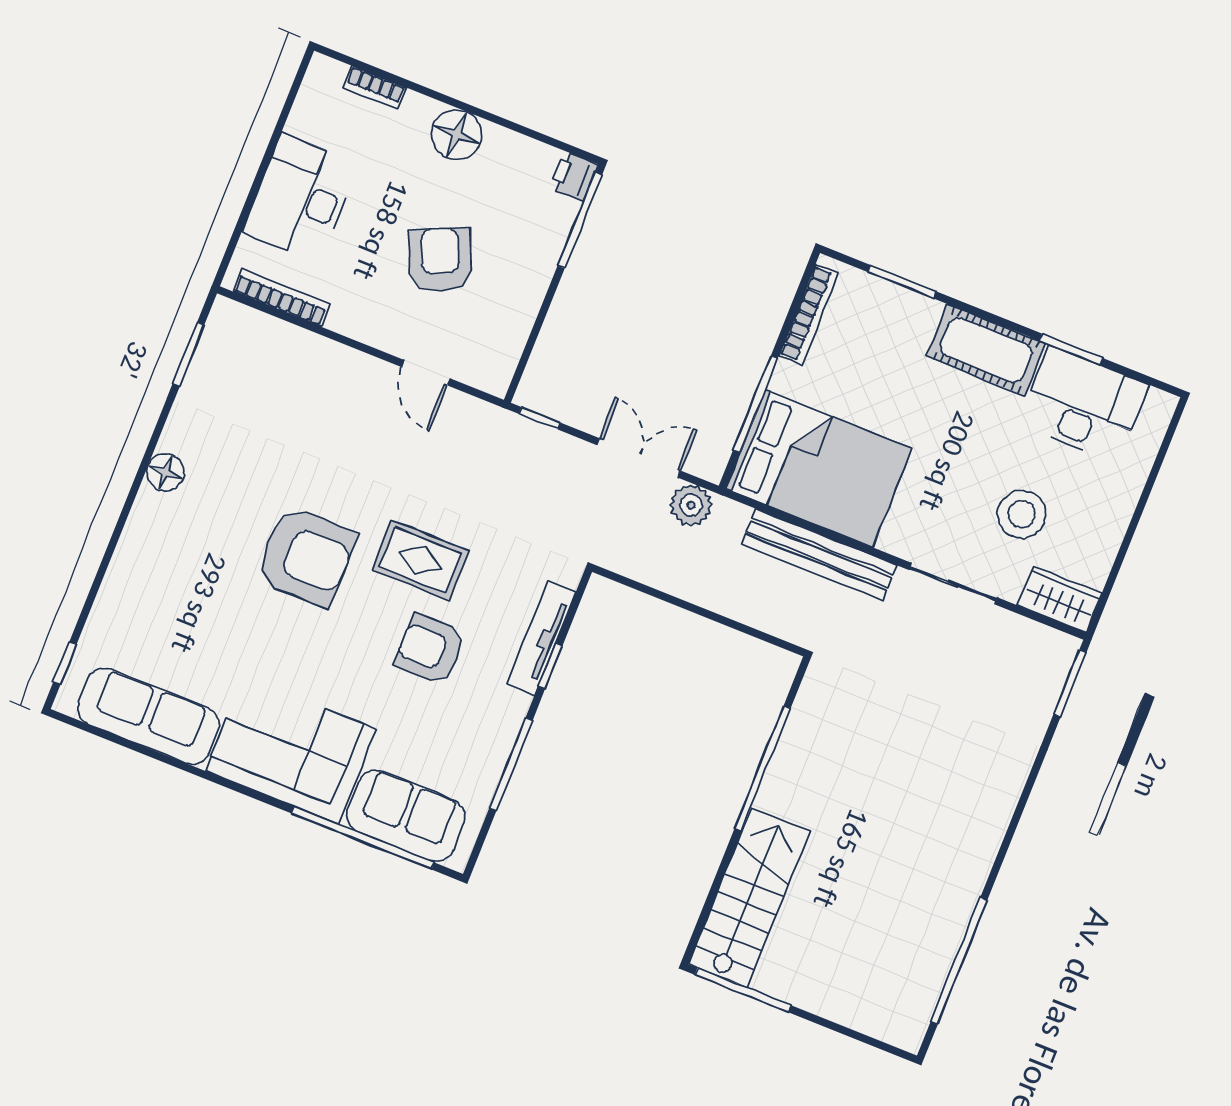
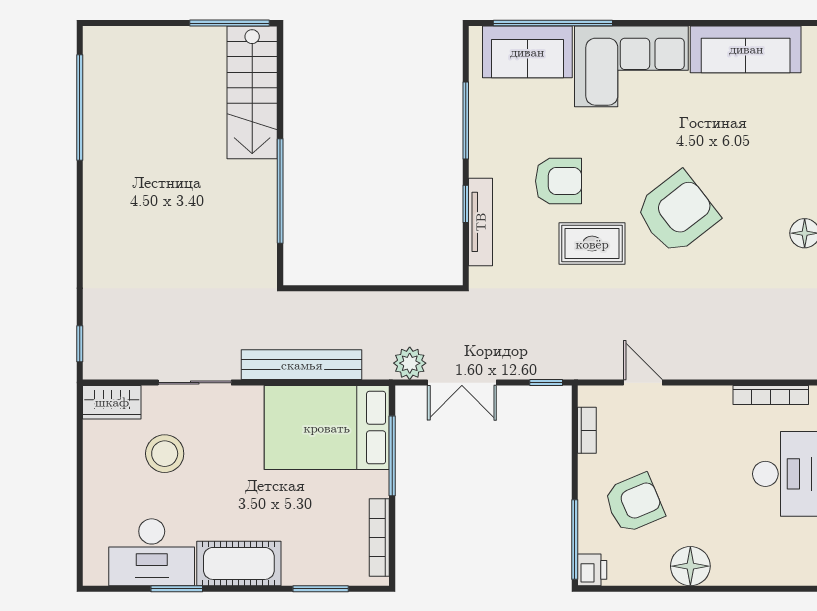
bookcase: (375, 87) -> (587, 430), moved, turned 90
armchair: (440, 260) -> (634, 503), moved, turned -89
armchair: (306, 556) -> (677, 213), turned 142
window: (1070, 683) -> (80, 344), width x0.67

